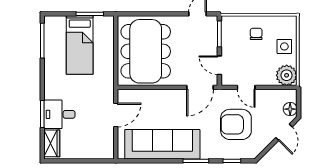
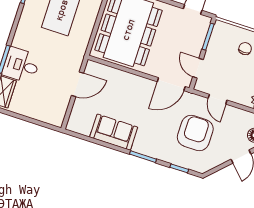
armchair: (236, 124) -> (195, 133), turned 90
sofa: (162, 144) -> (114, 132), width x0.54, depth x0.79

